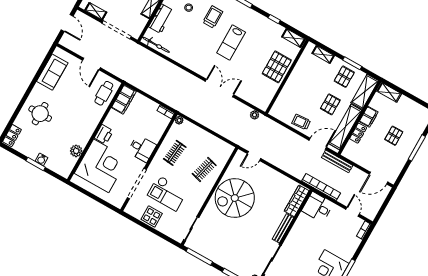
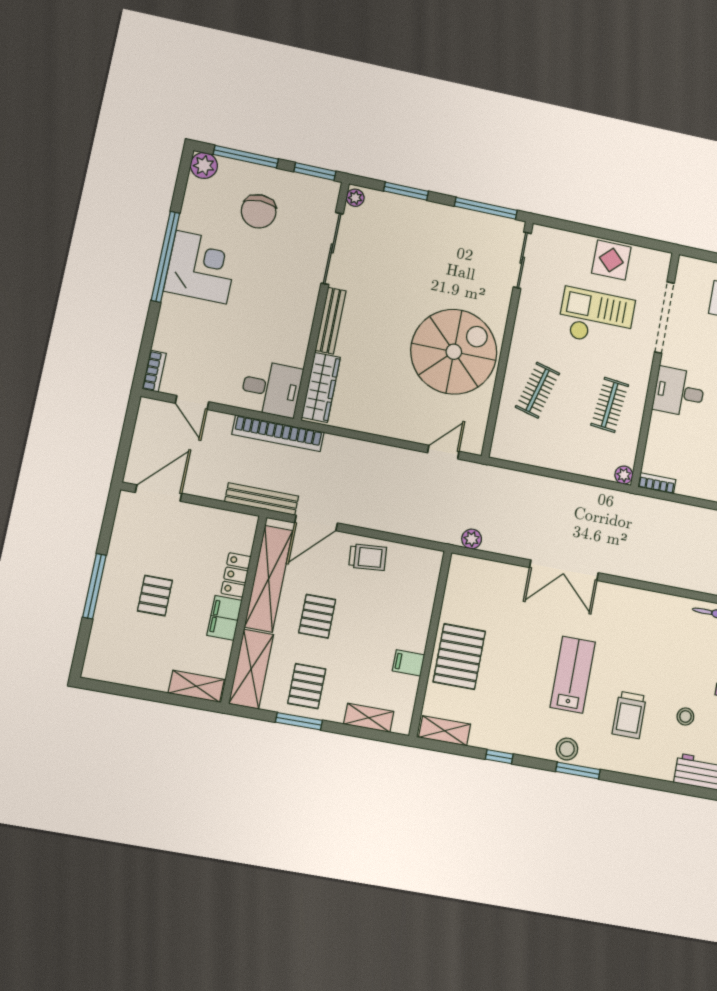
stool: (244, 12) -> (567, 749), added
filing cabinet: (299, 72) -> (409, 663), added

